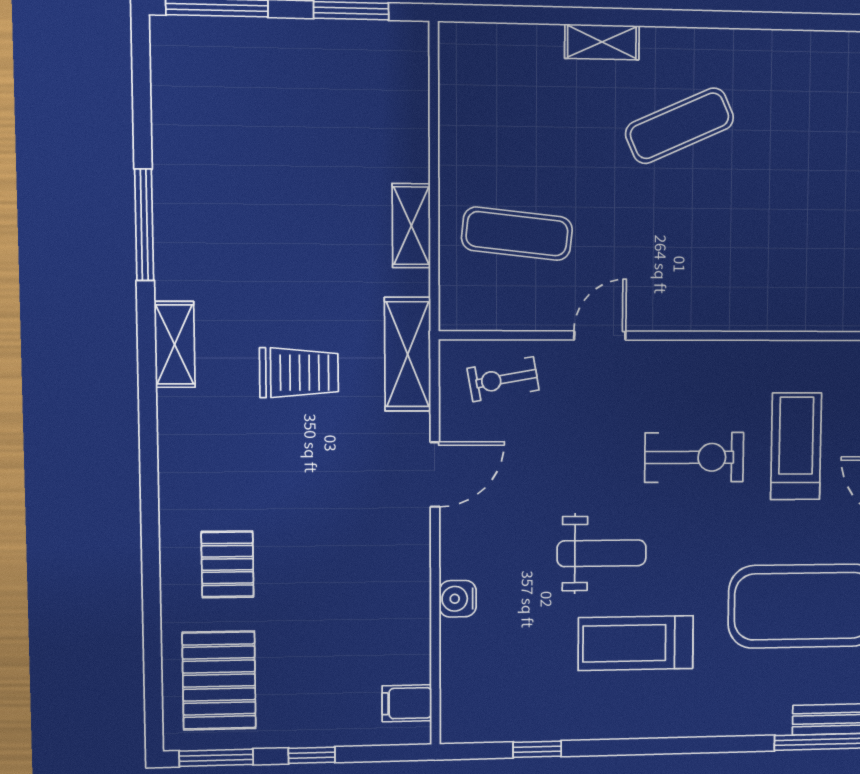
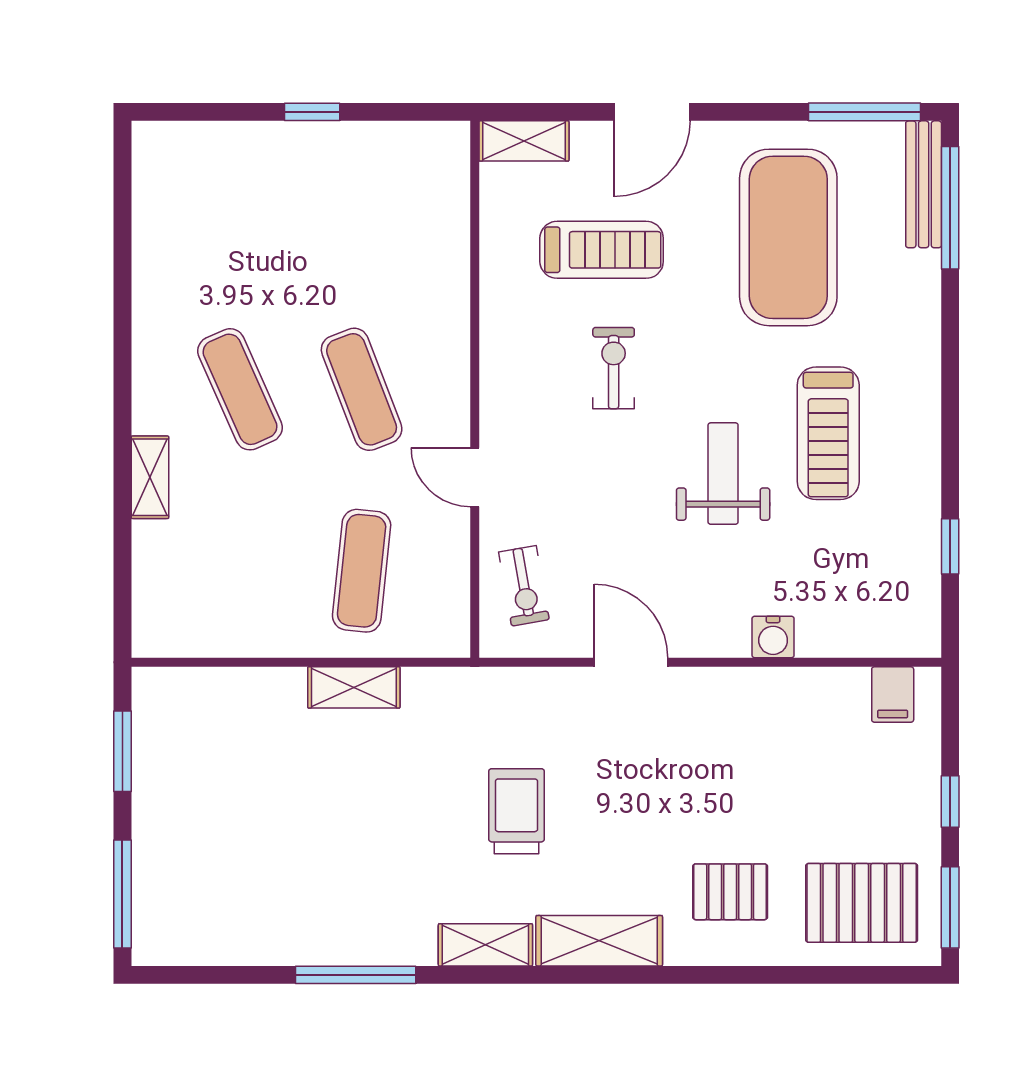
exercise mat: (678, 235) -> (362, 389), added
shelving: (408, 354) -> (599, 941), moved
treadmill: (796, 446) -> (602, 250), turned 180
exercise bike: (694, 457) -> (614, 368), width x0.73, depth x0.72

